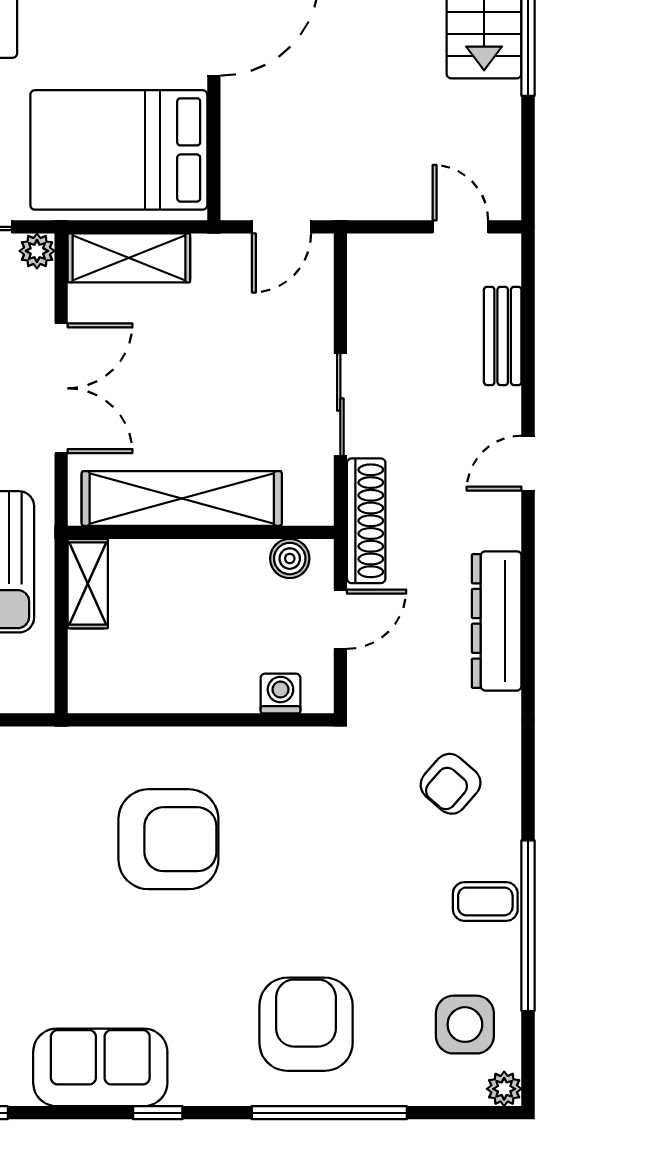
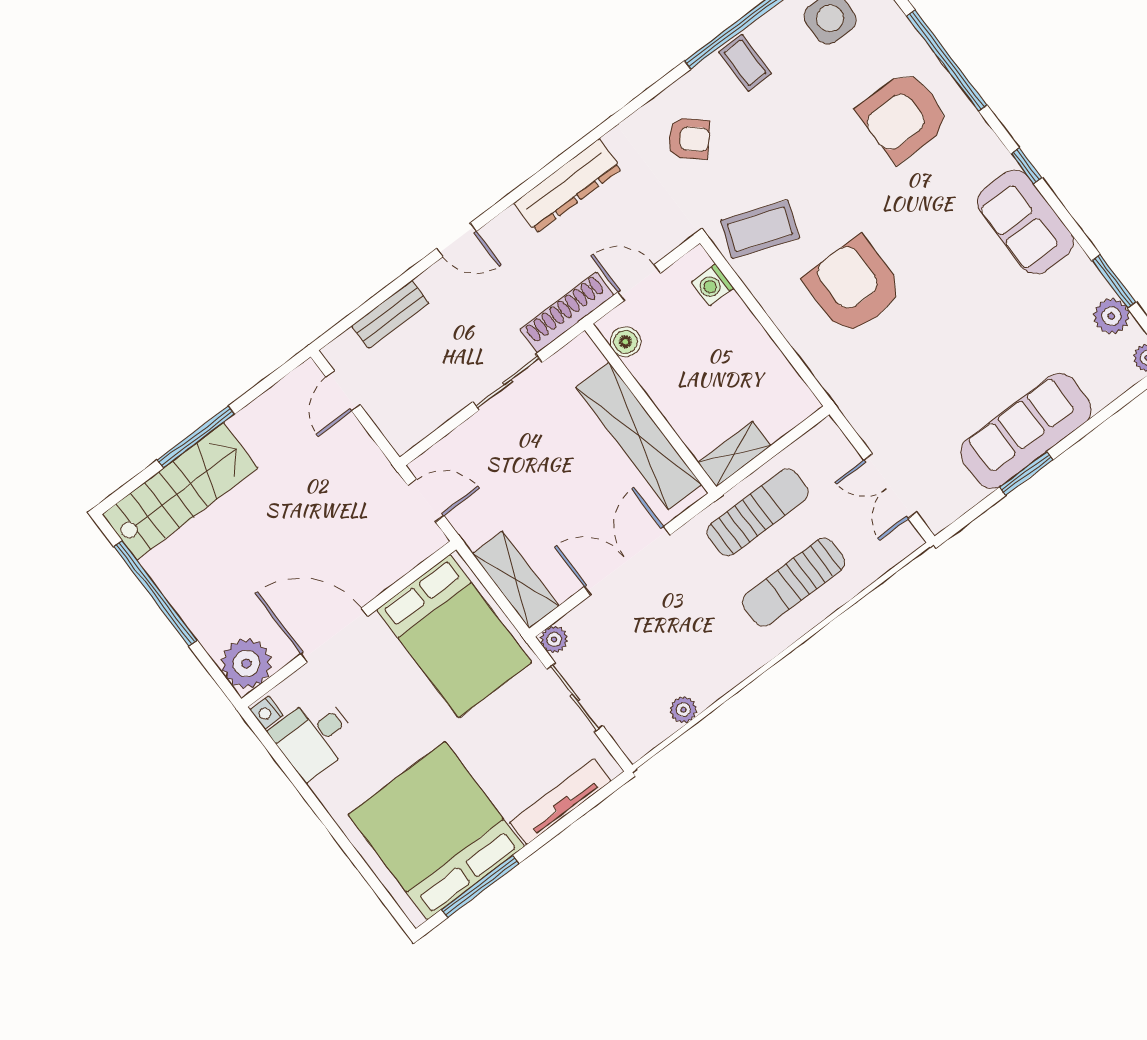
coffee table: (301, 786) -> (760, 229), added

